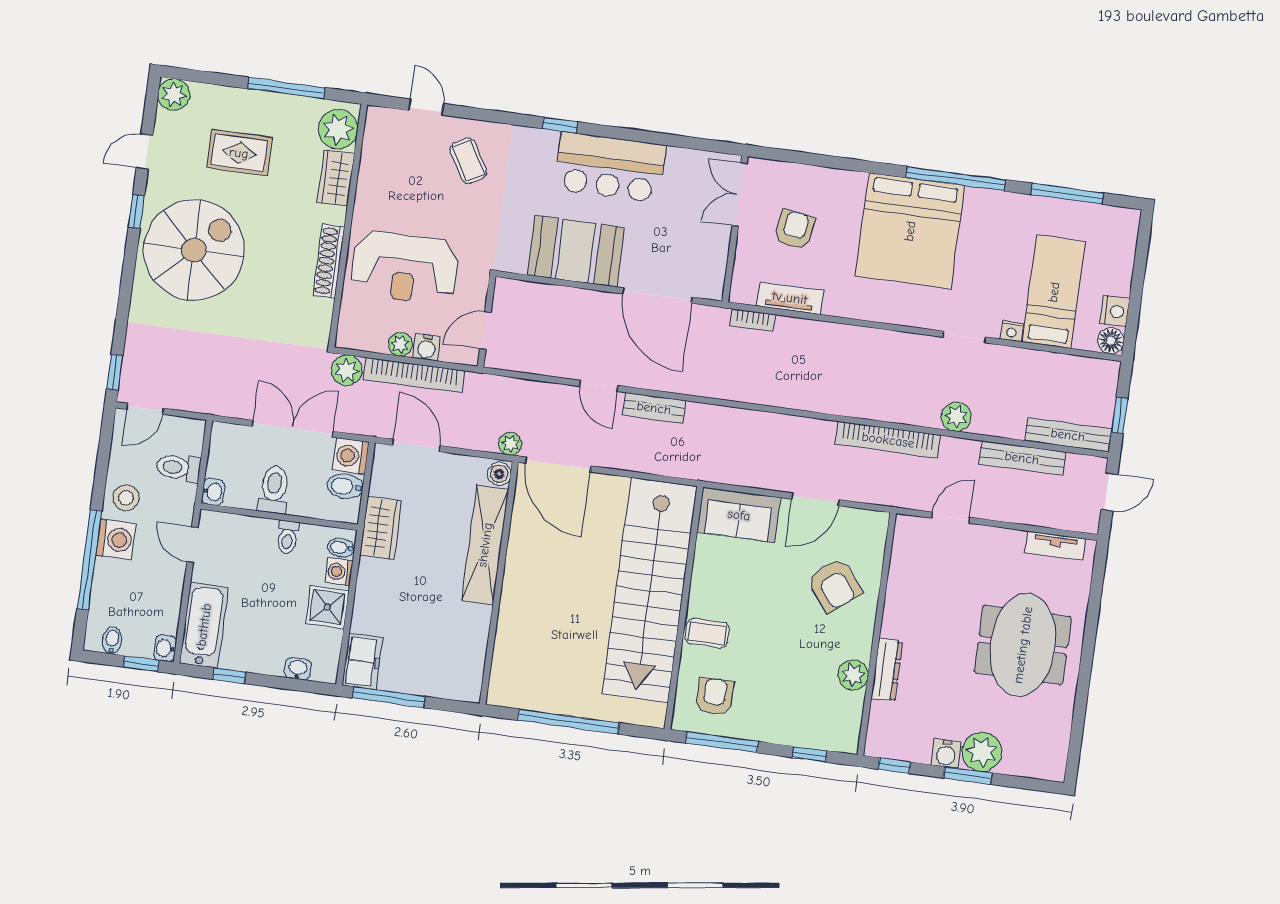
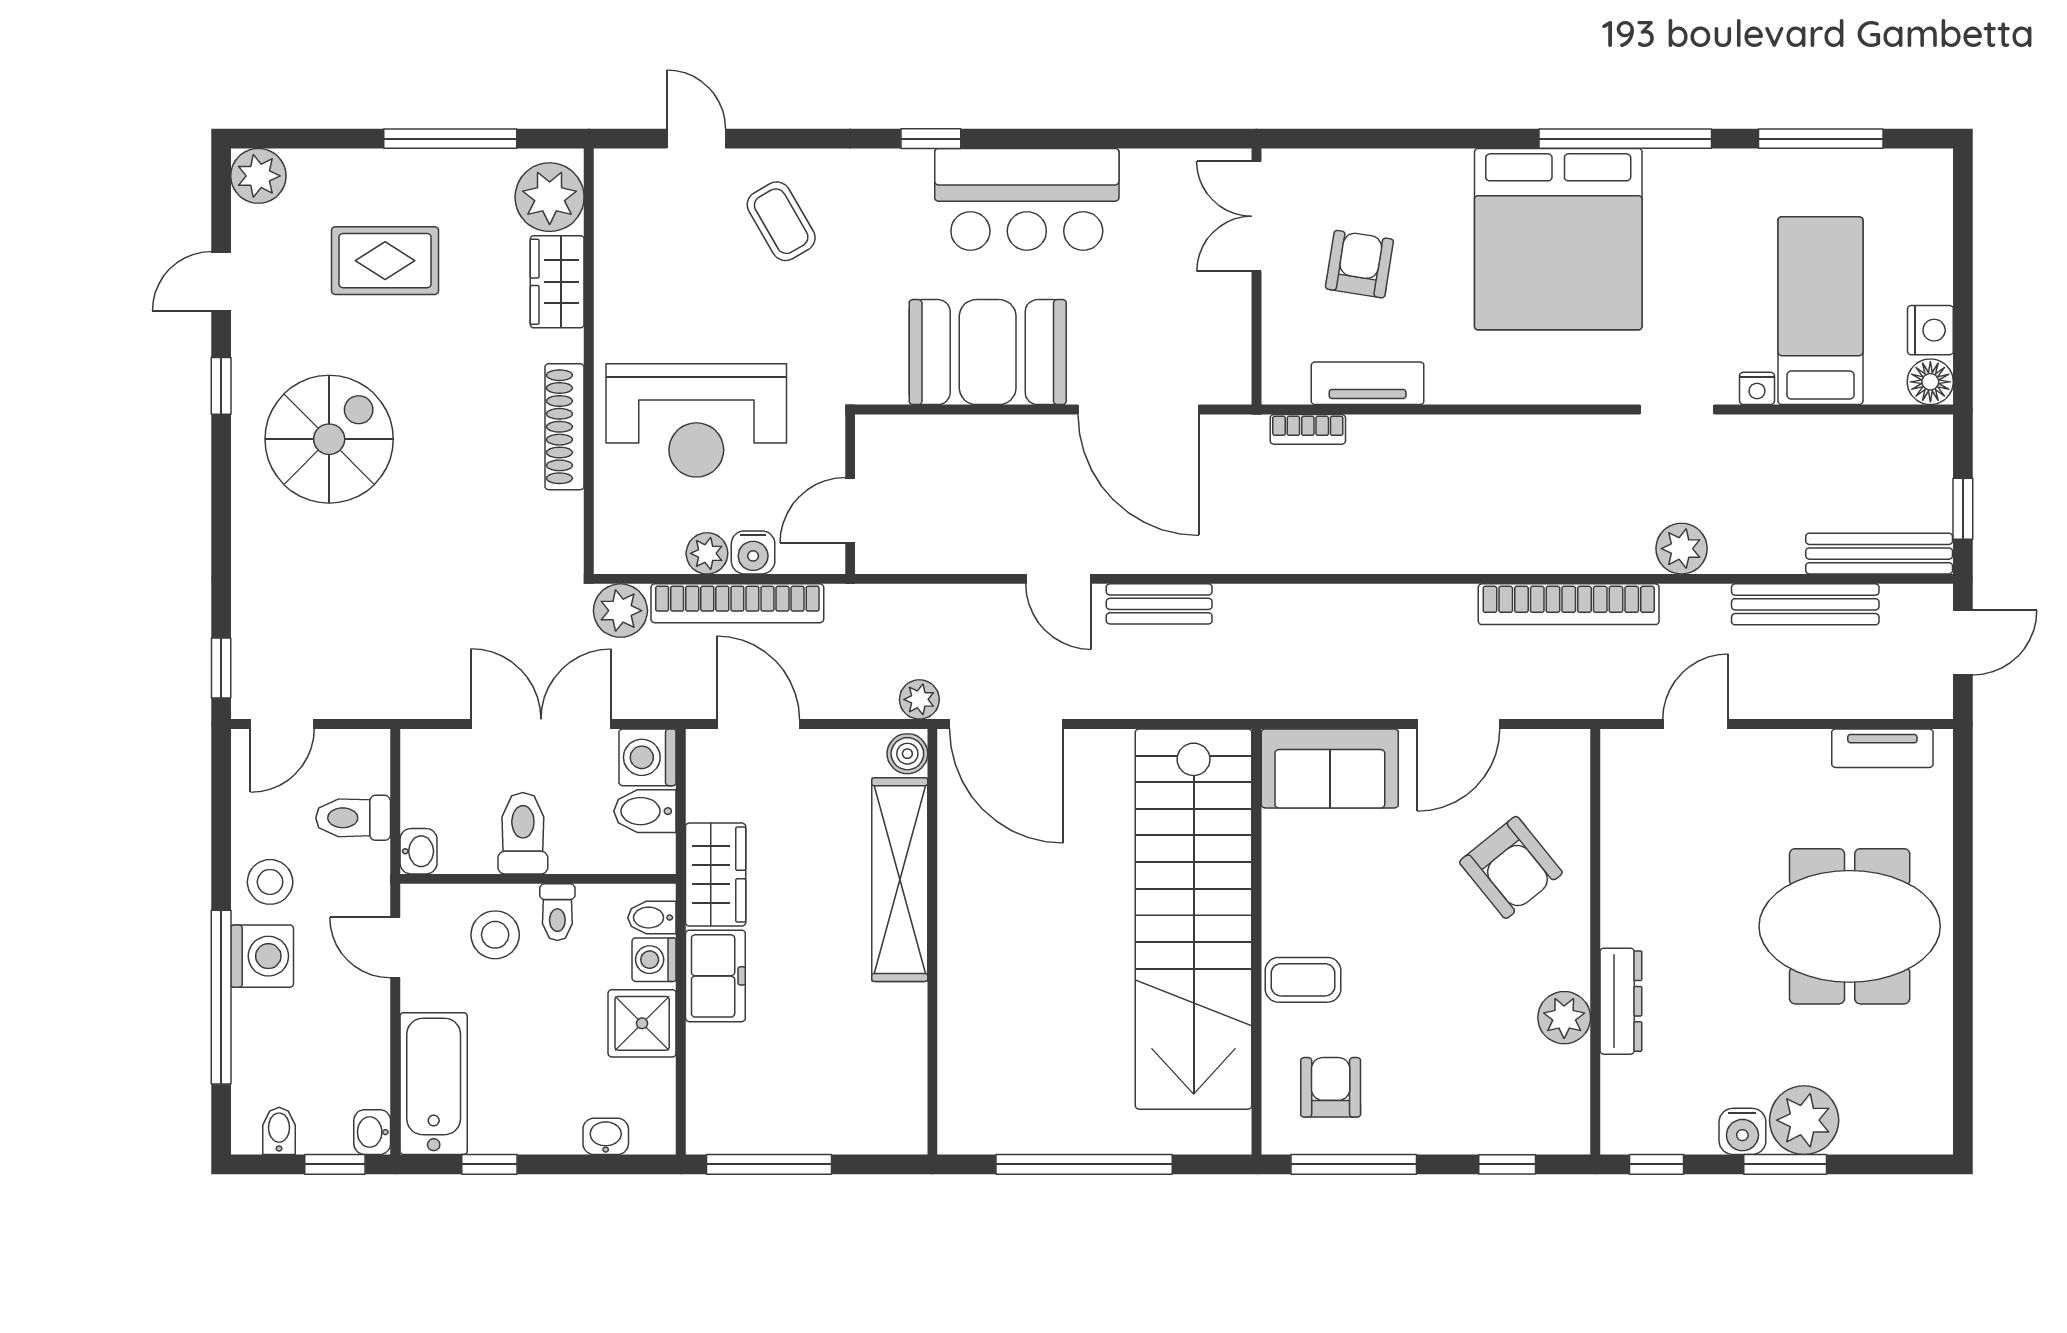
spiral stairs: (194, 250) -> (329, 439), width x0.73, depth x0.73
stool: (250, 545) -> (495, 935), added
meeting table: (1023, 645) -> (1850, 926), turned 90
freezer: (362, 661) -> (715, 976), moved

